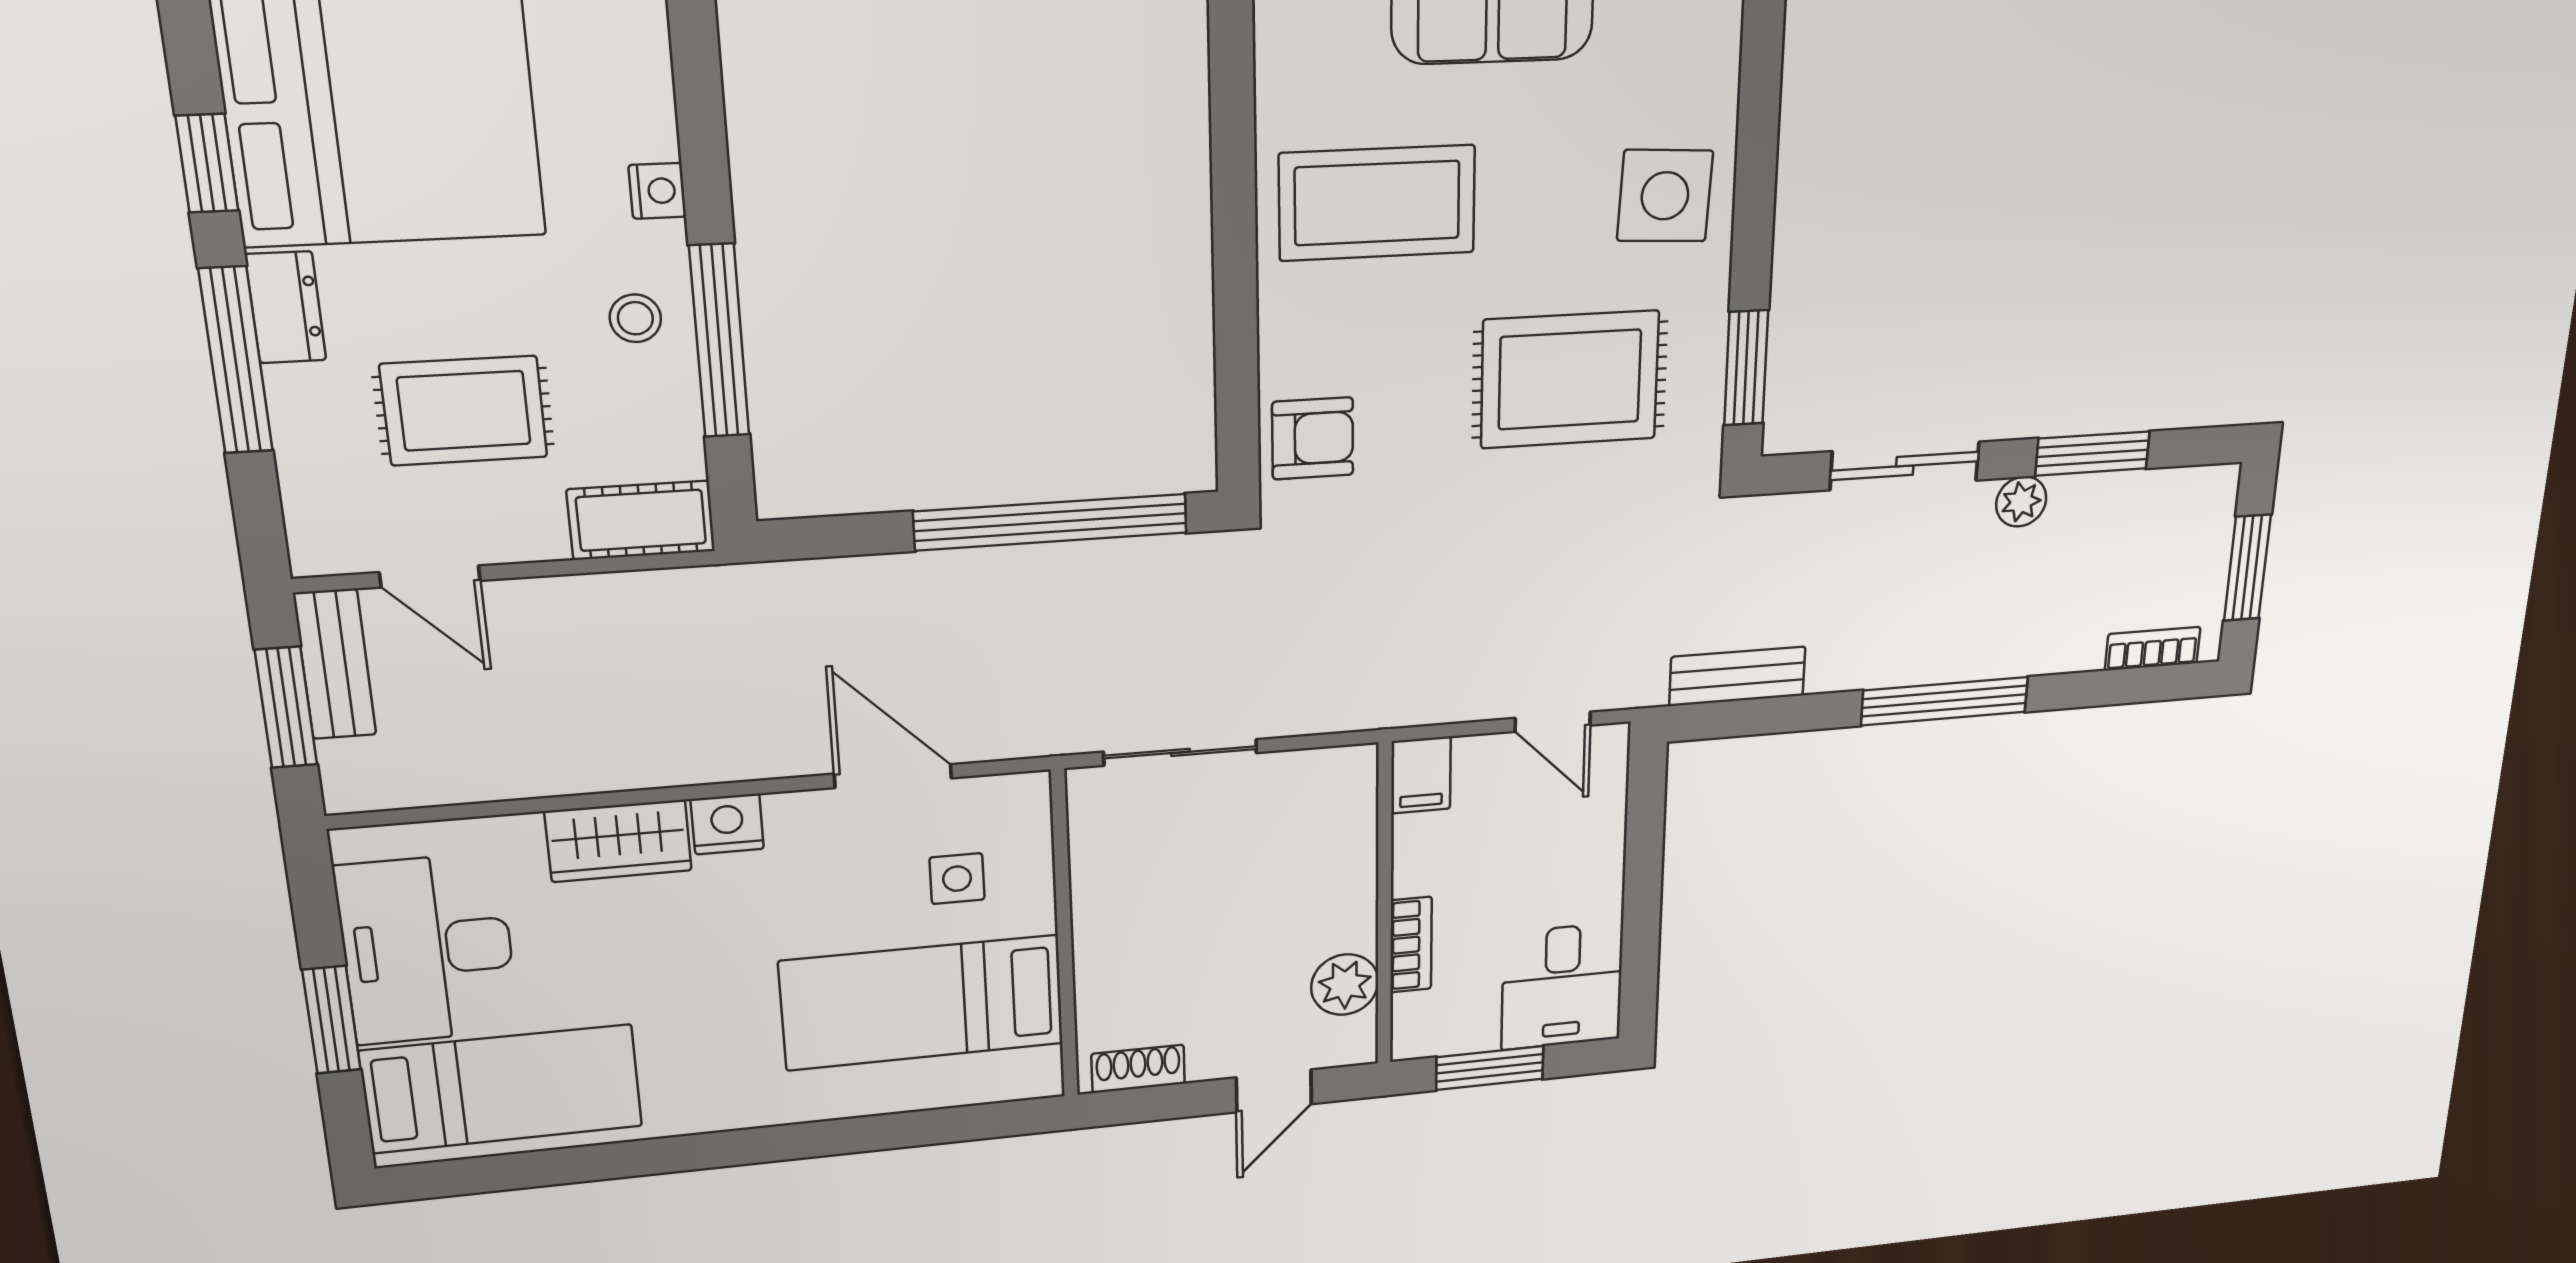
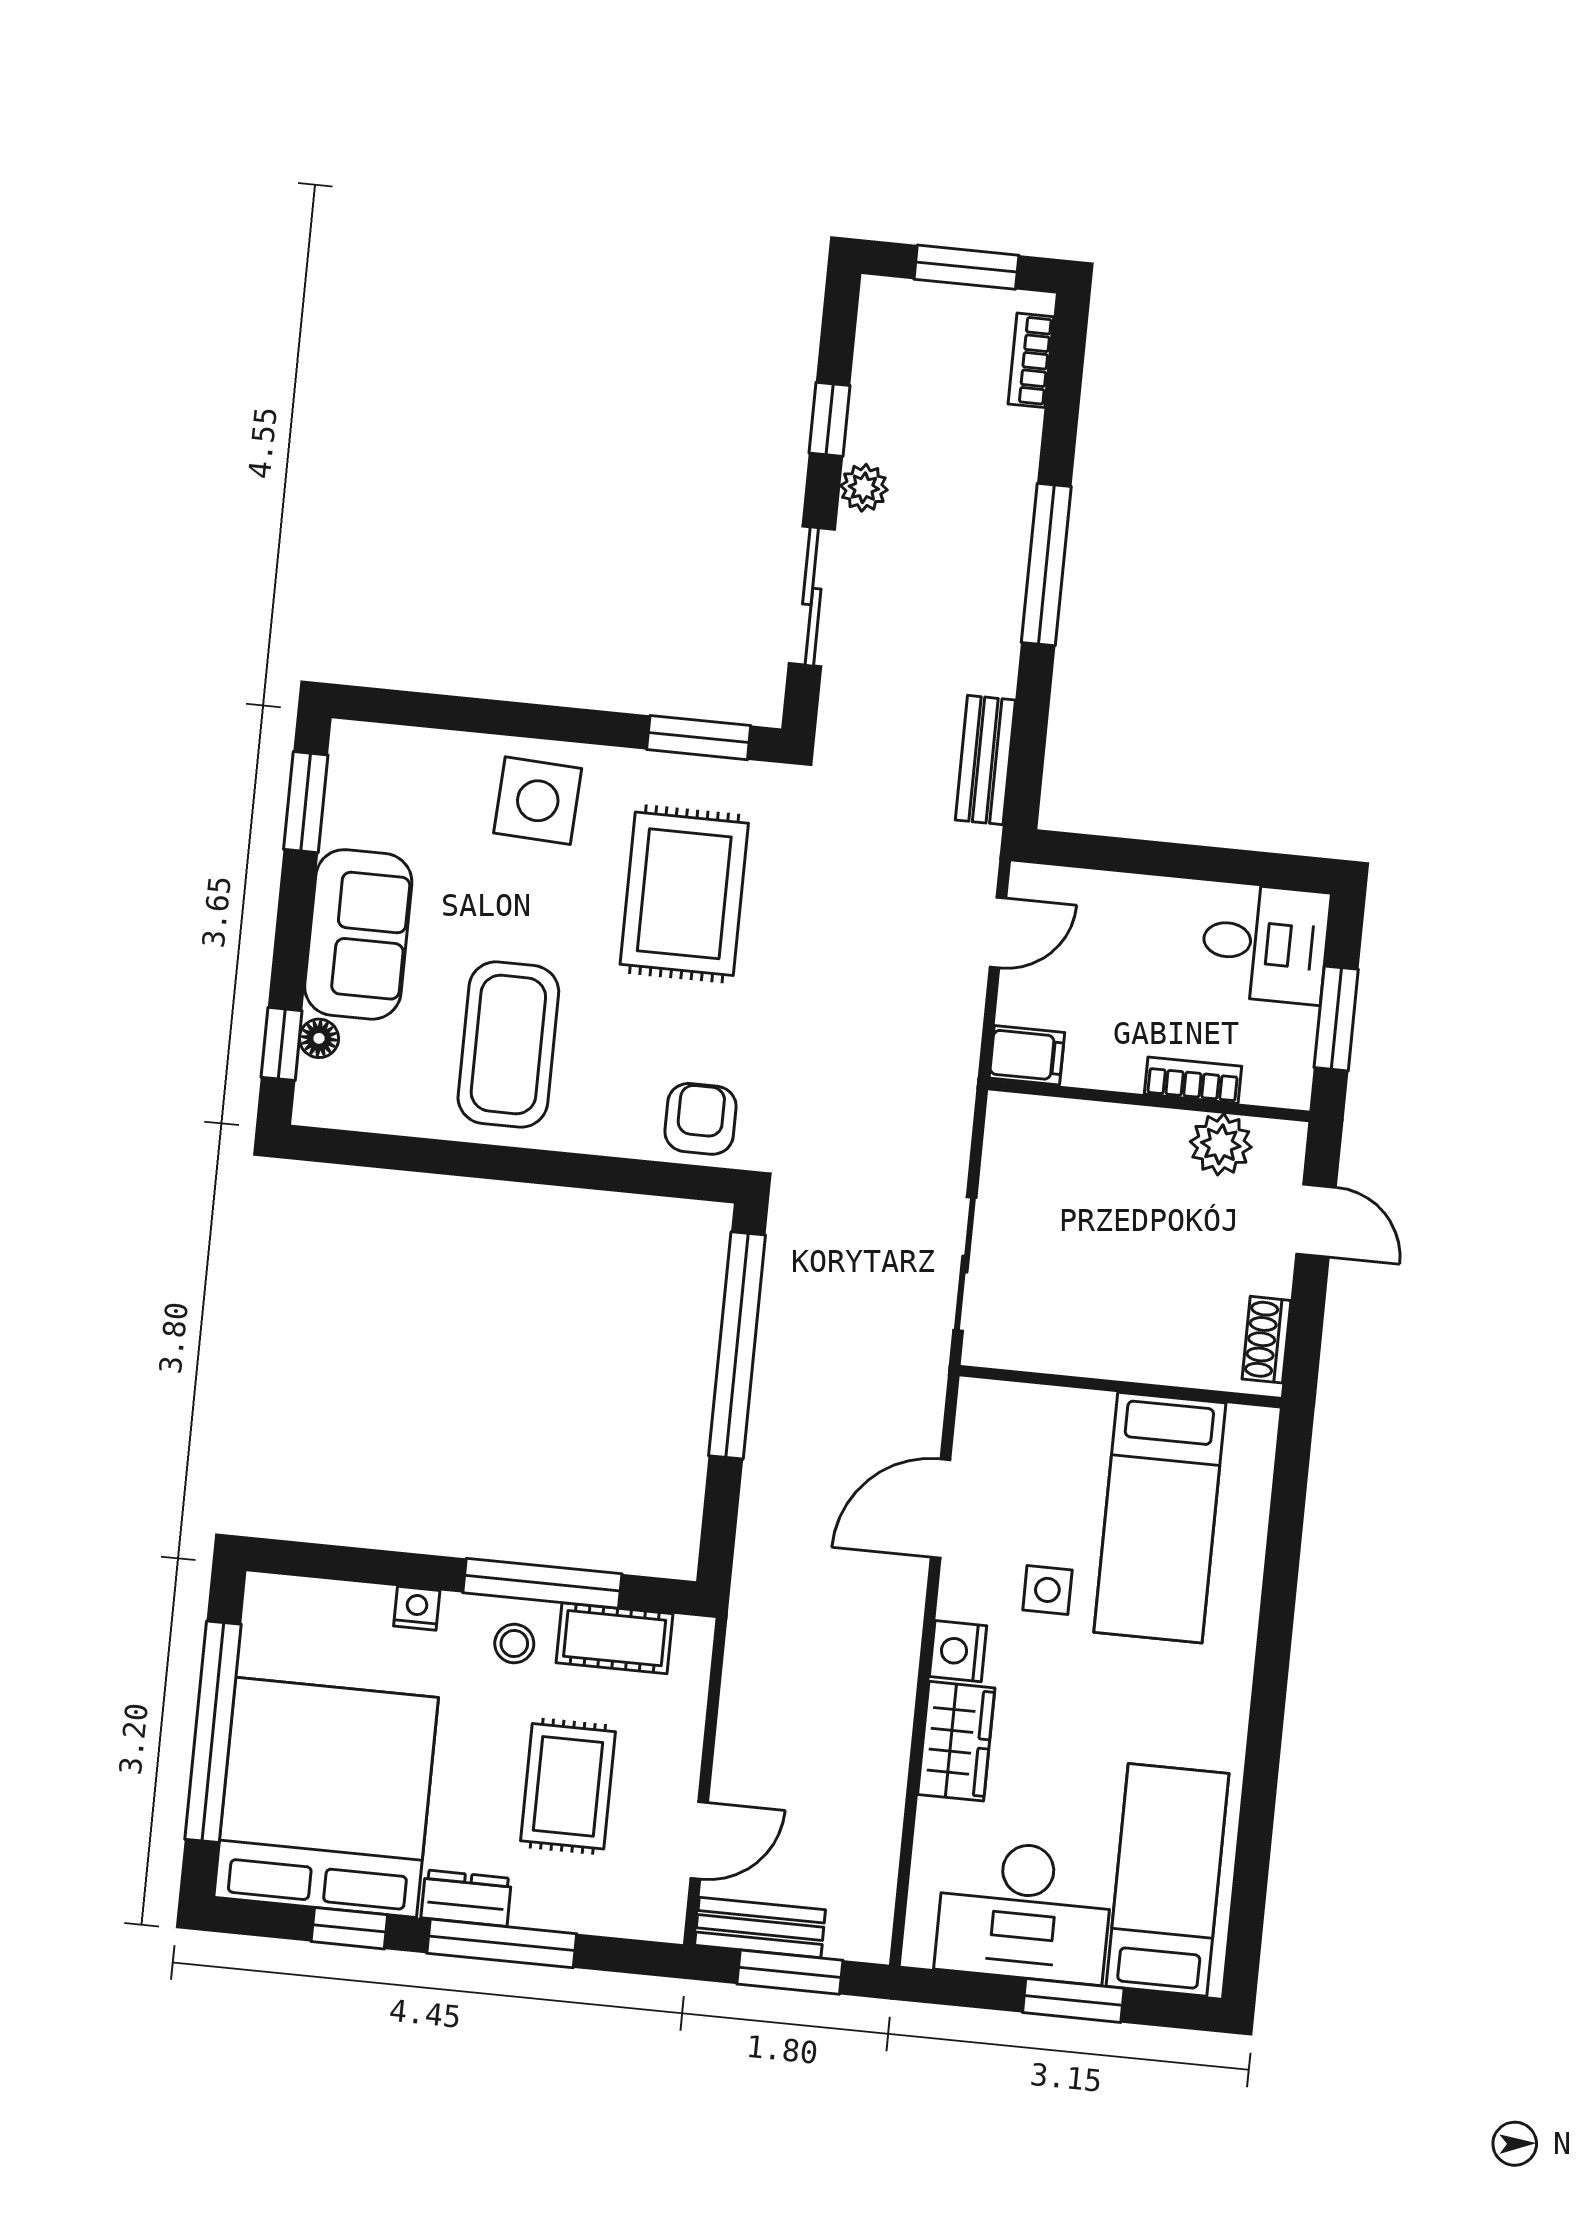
window: (2092, 454) -> (830, 419), width x0.67
cot: (641, 520) -> (615, 1638), moved, turned 90
side table: (957, 879) -> (1047, 1590), moved

